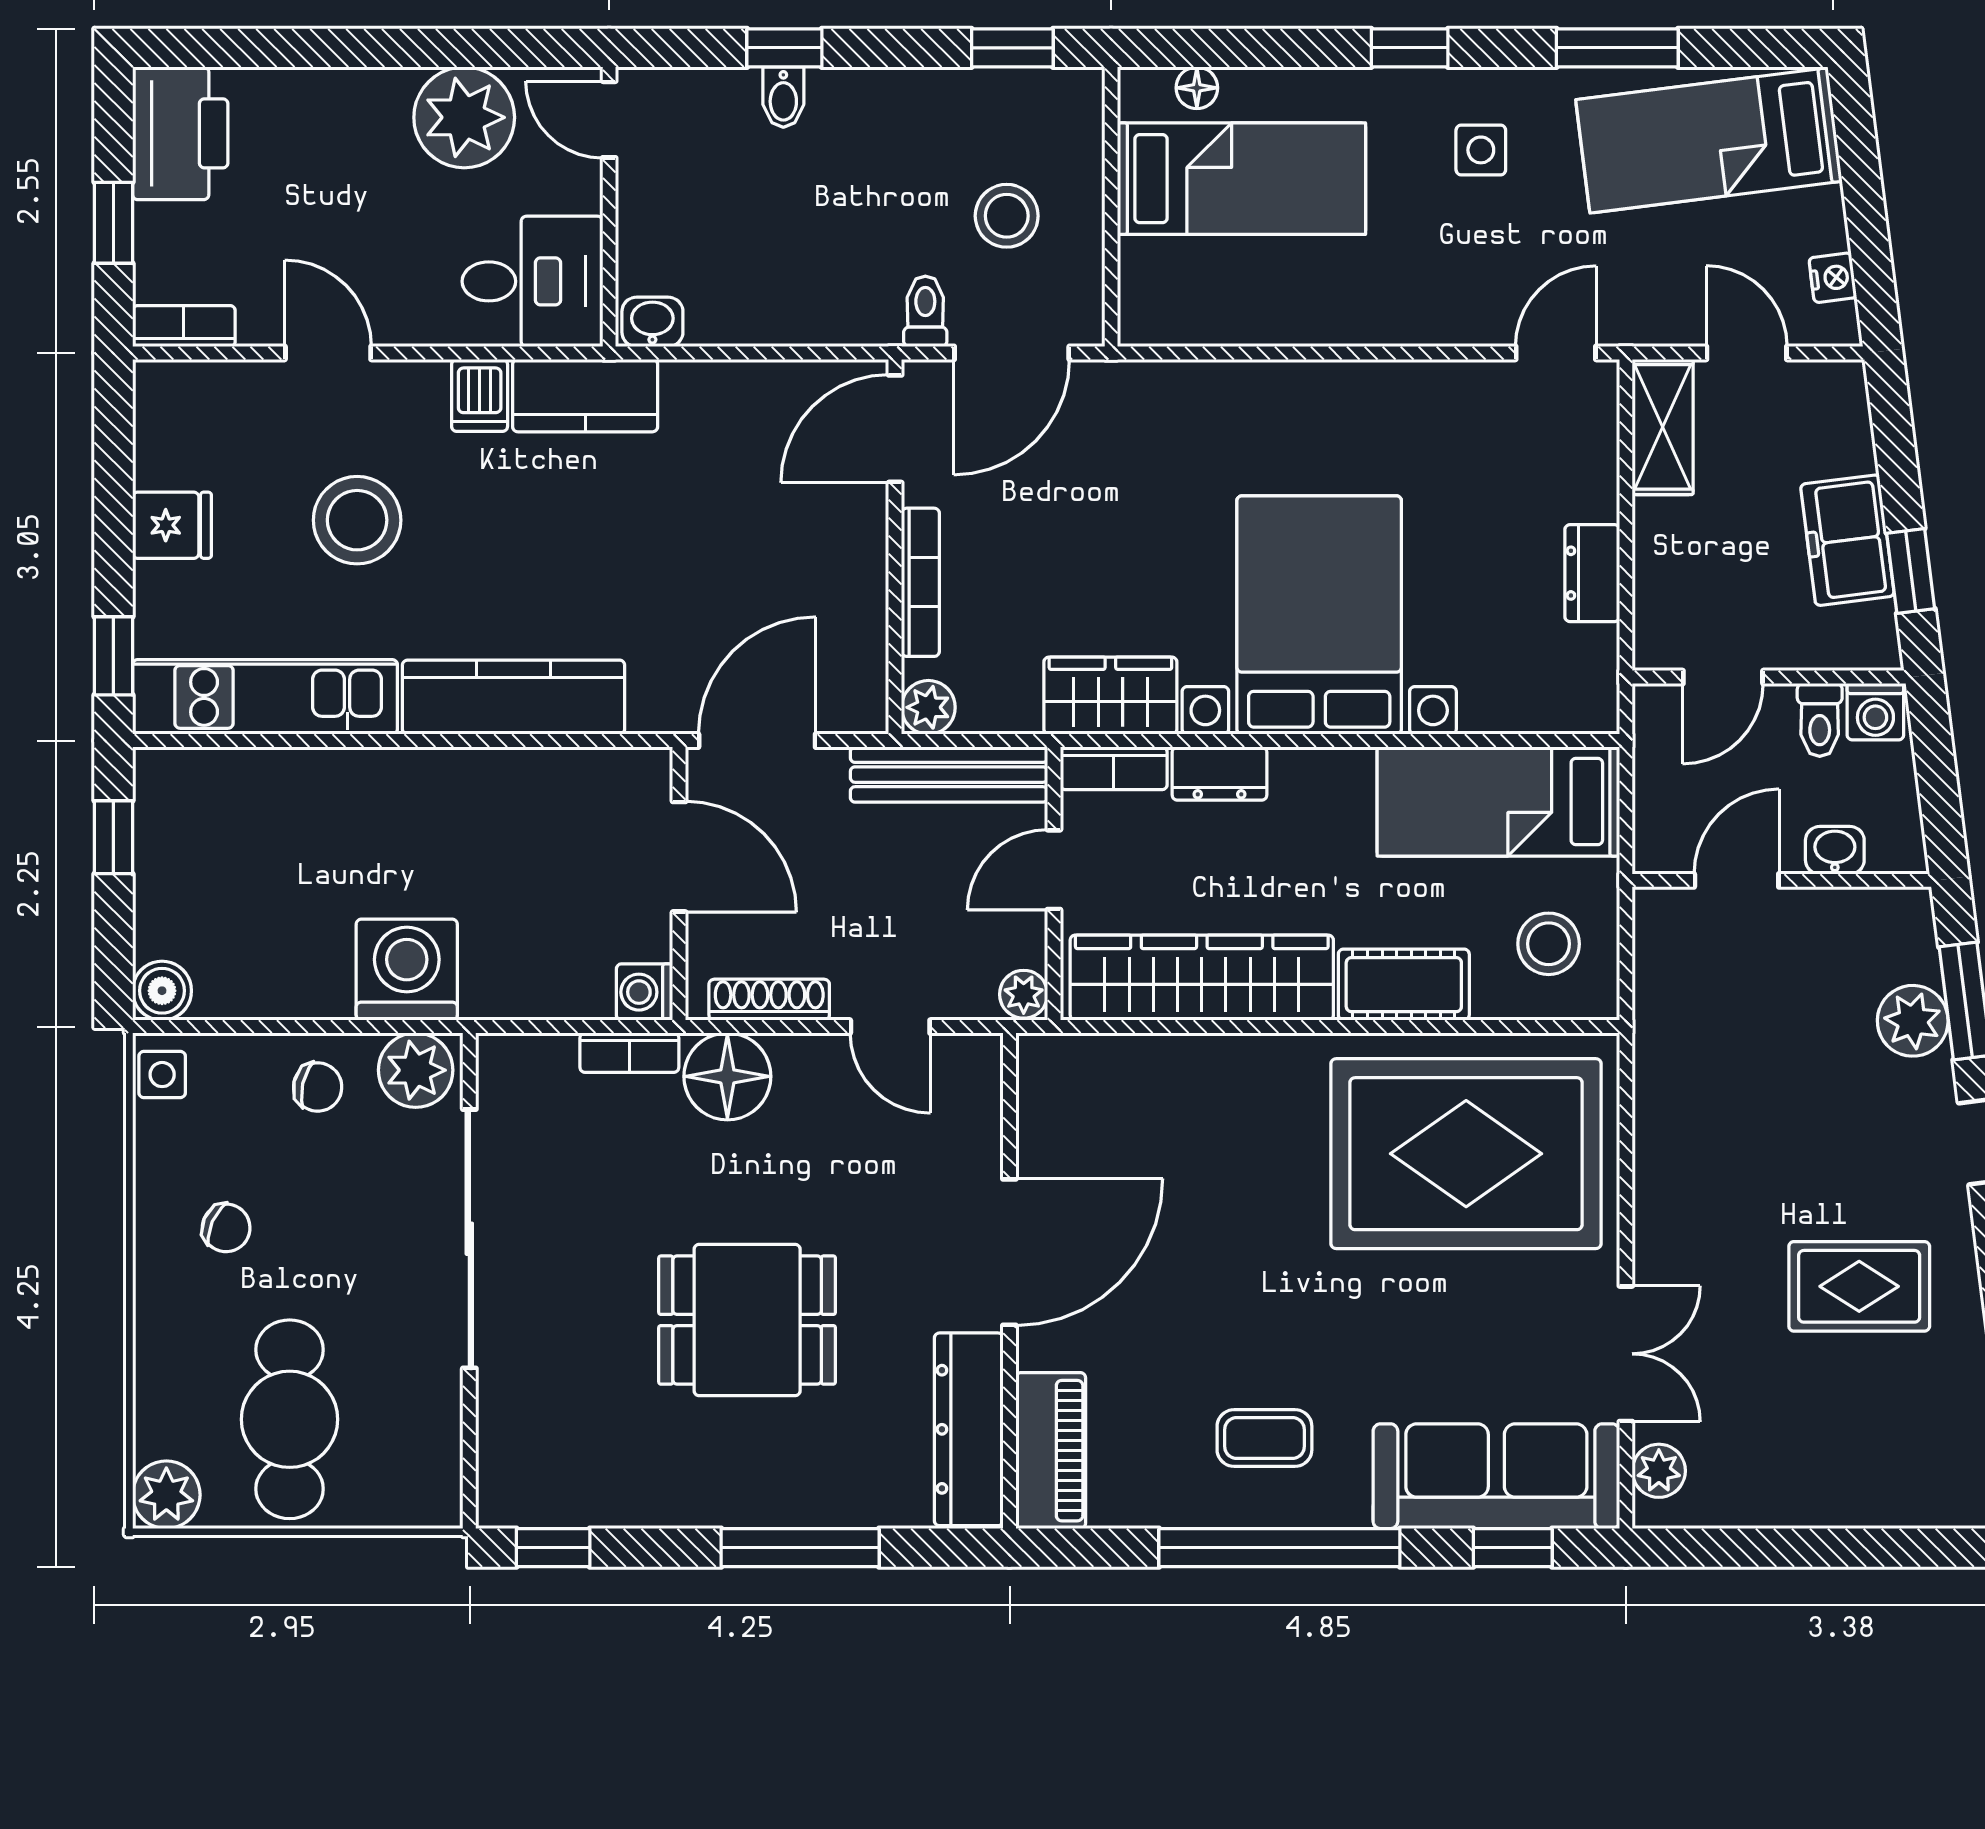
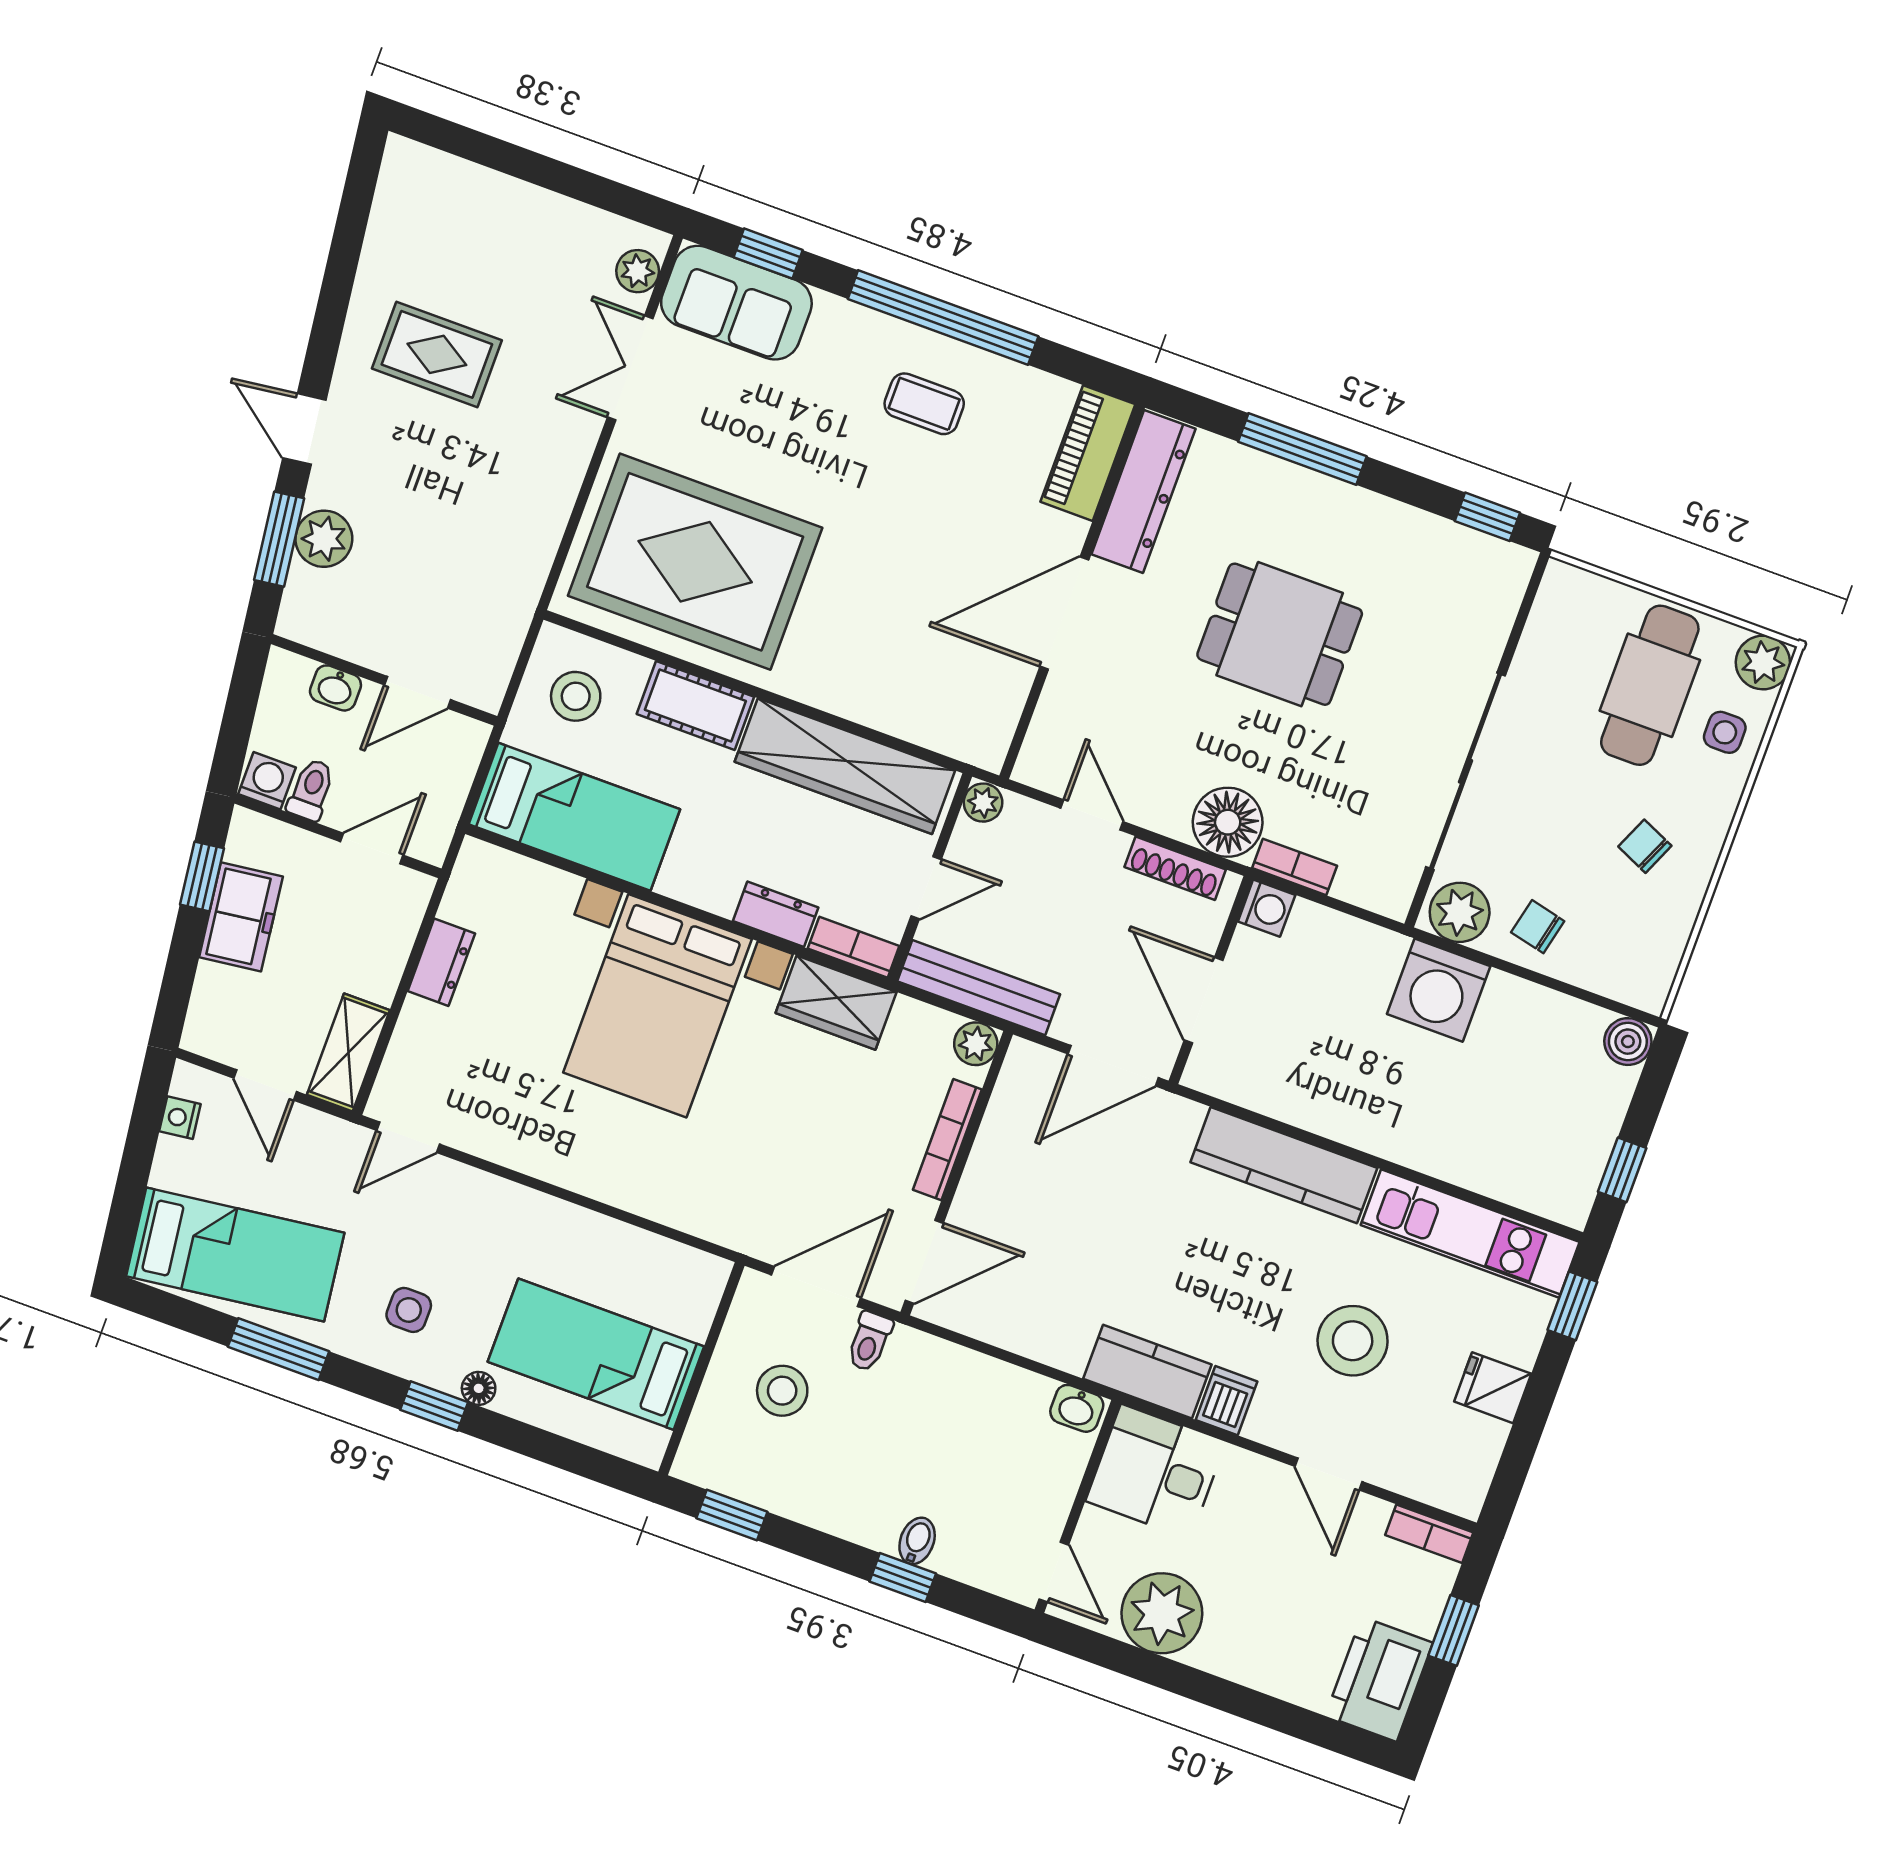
floor lamp: (1197, 88) -> (479, 1388), moved
side table: (162, 1075) -> (1725, 732), moved
sofa: (1496, 1476) -> (736, 303), width x0.73

